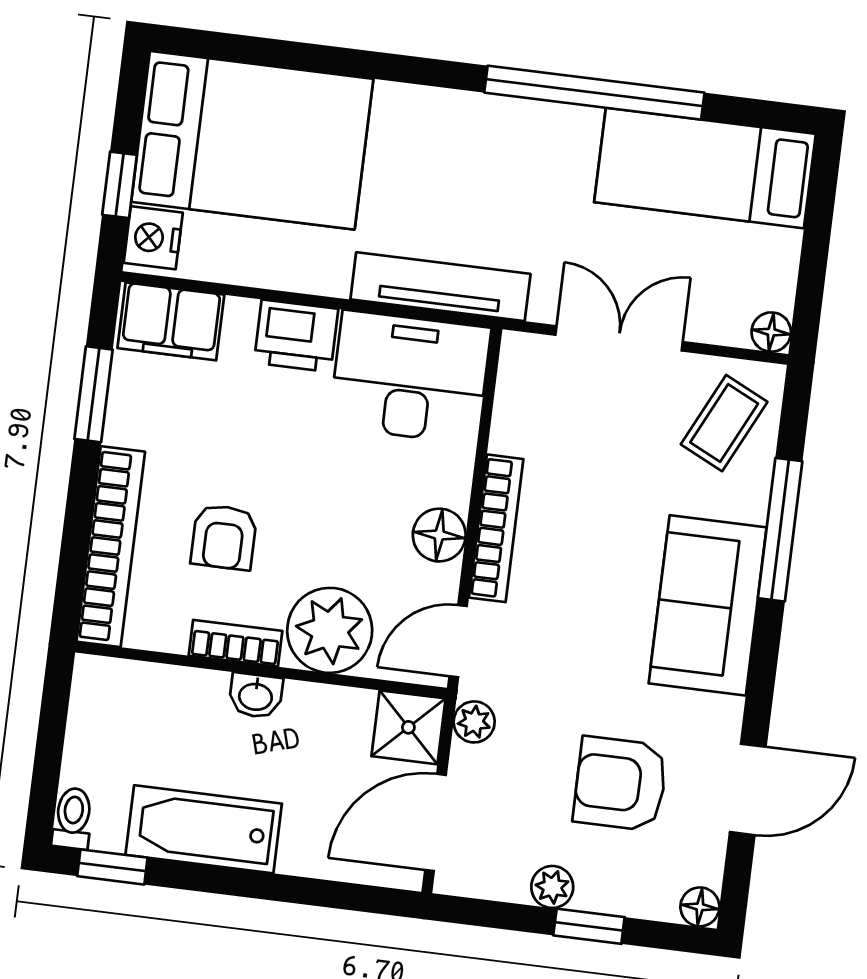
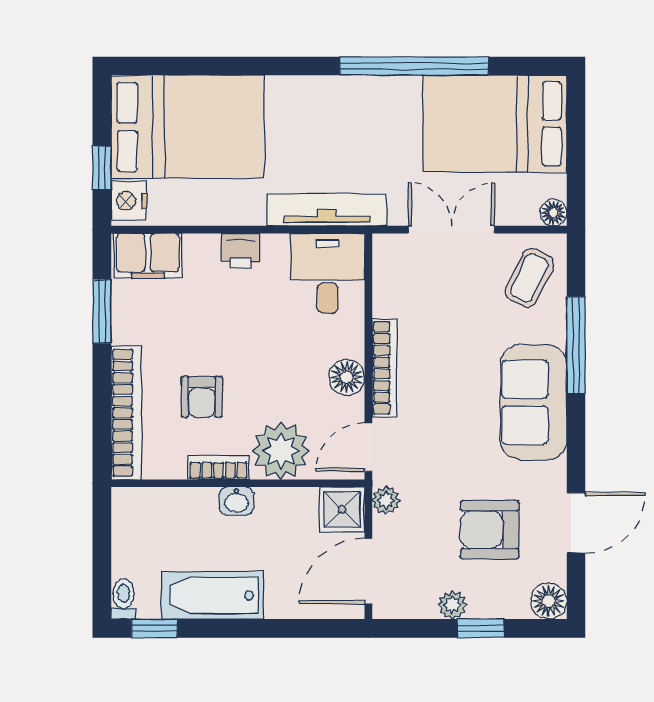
bed: (705, 168) -> (495, 124), width x1.50
printer: (296, 336) -> (240, 251), width x0.73, depth x0.81
desk: (410, 377) -> (328, 273), width x0.73
floor lamp: (700, 907) -> (549, 601), width x1.37, depth x1.37

